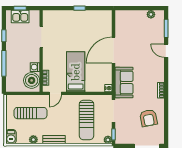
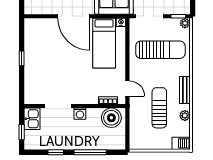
kitchen sink: (20, 17) -> (32, 119), moved
washing machine: (35, 67) -> (80, 114), moved
bed: (76, 72) -> (104, 43), moved, turned -90
sun lounger: (30, 113) -> (159, 108), moved

